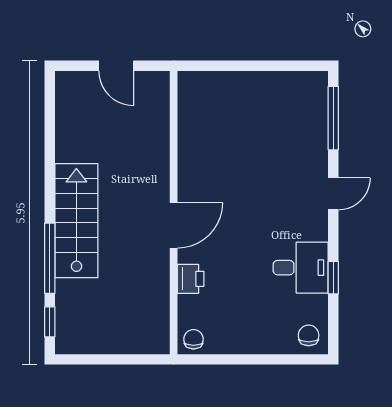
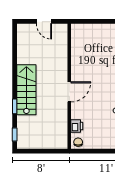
window: (50, 258) -> (15, 106), width x0.46
printer: (191, 279) -> (77, 126), moved

